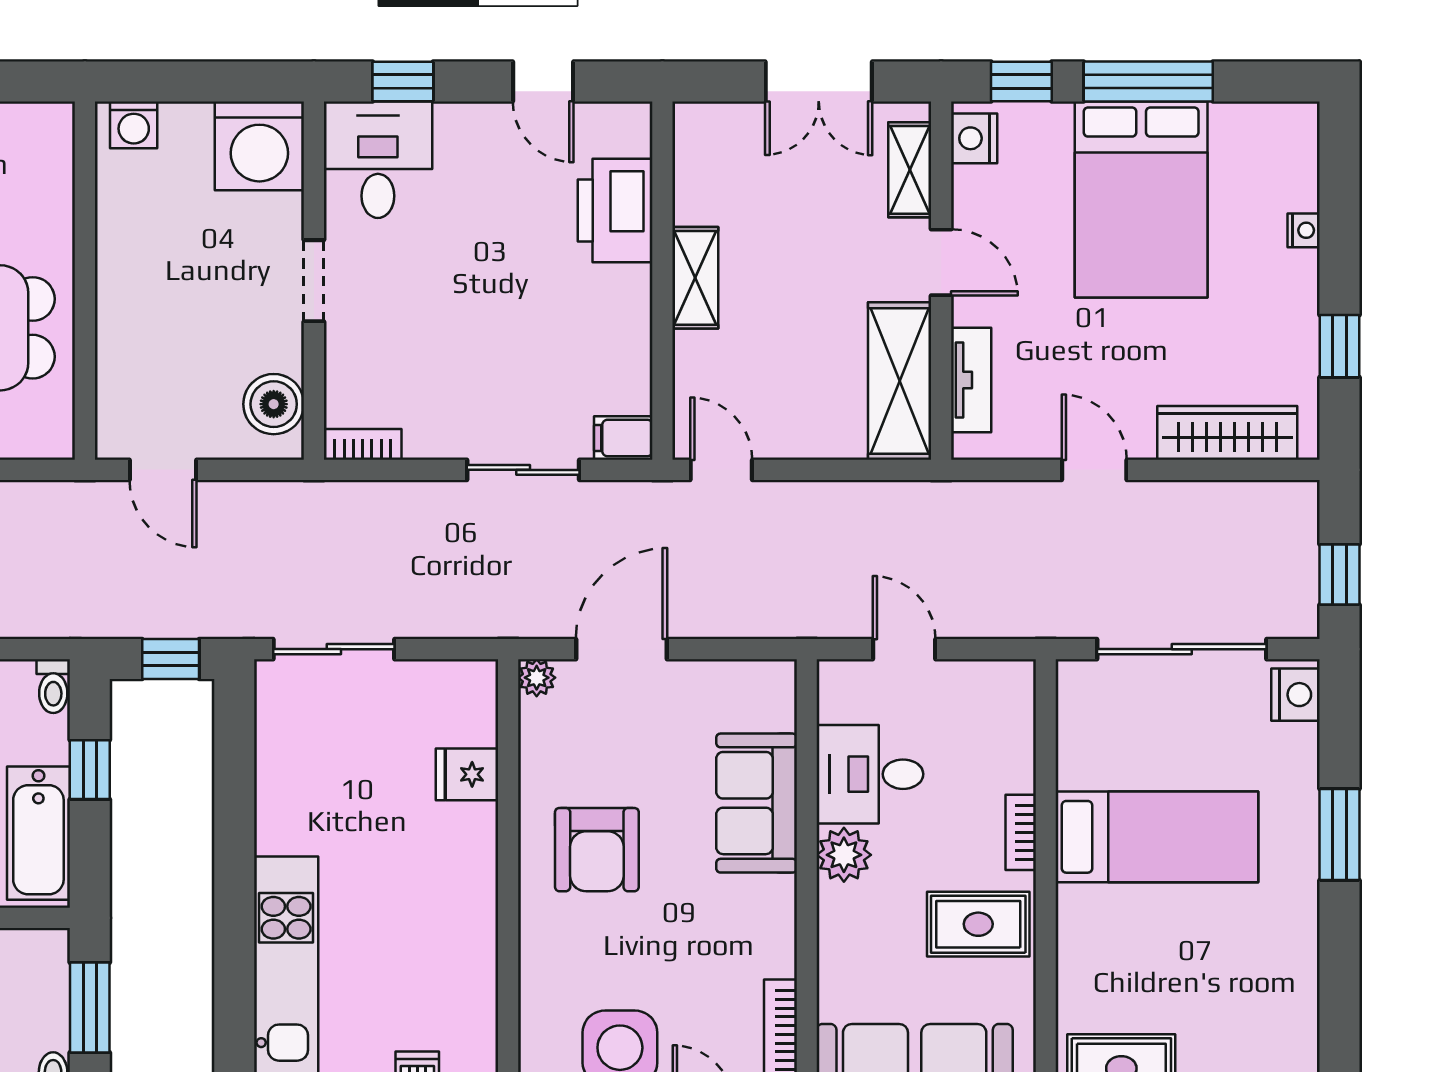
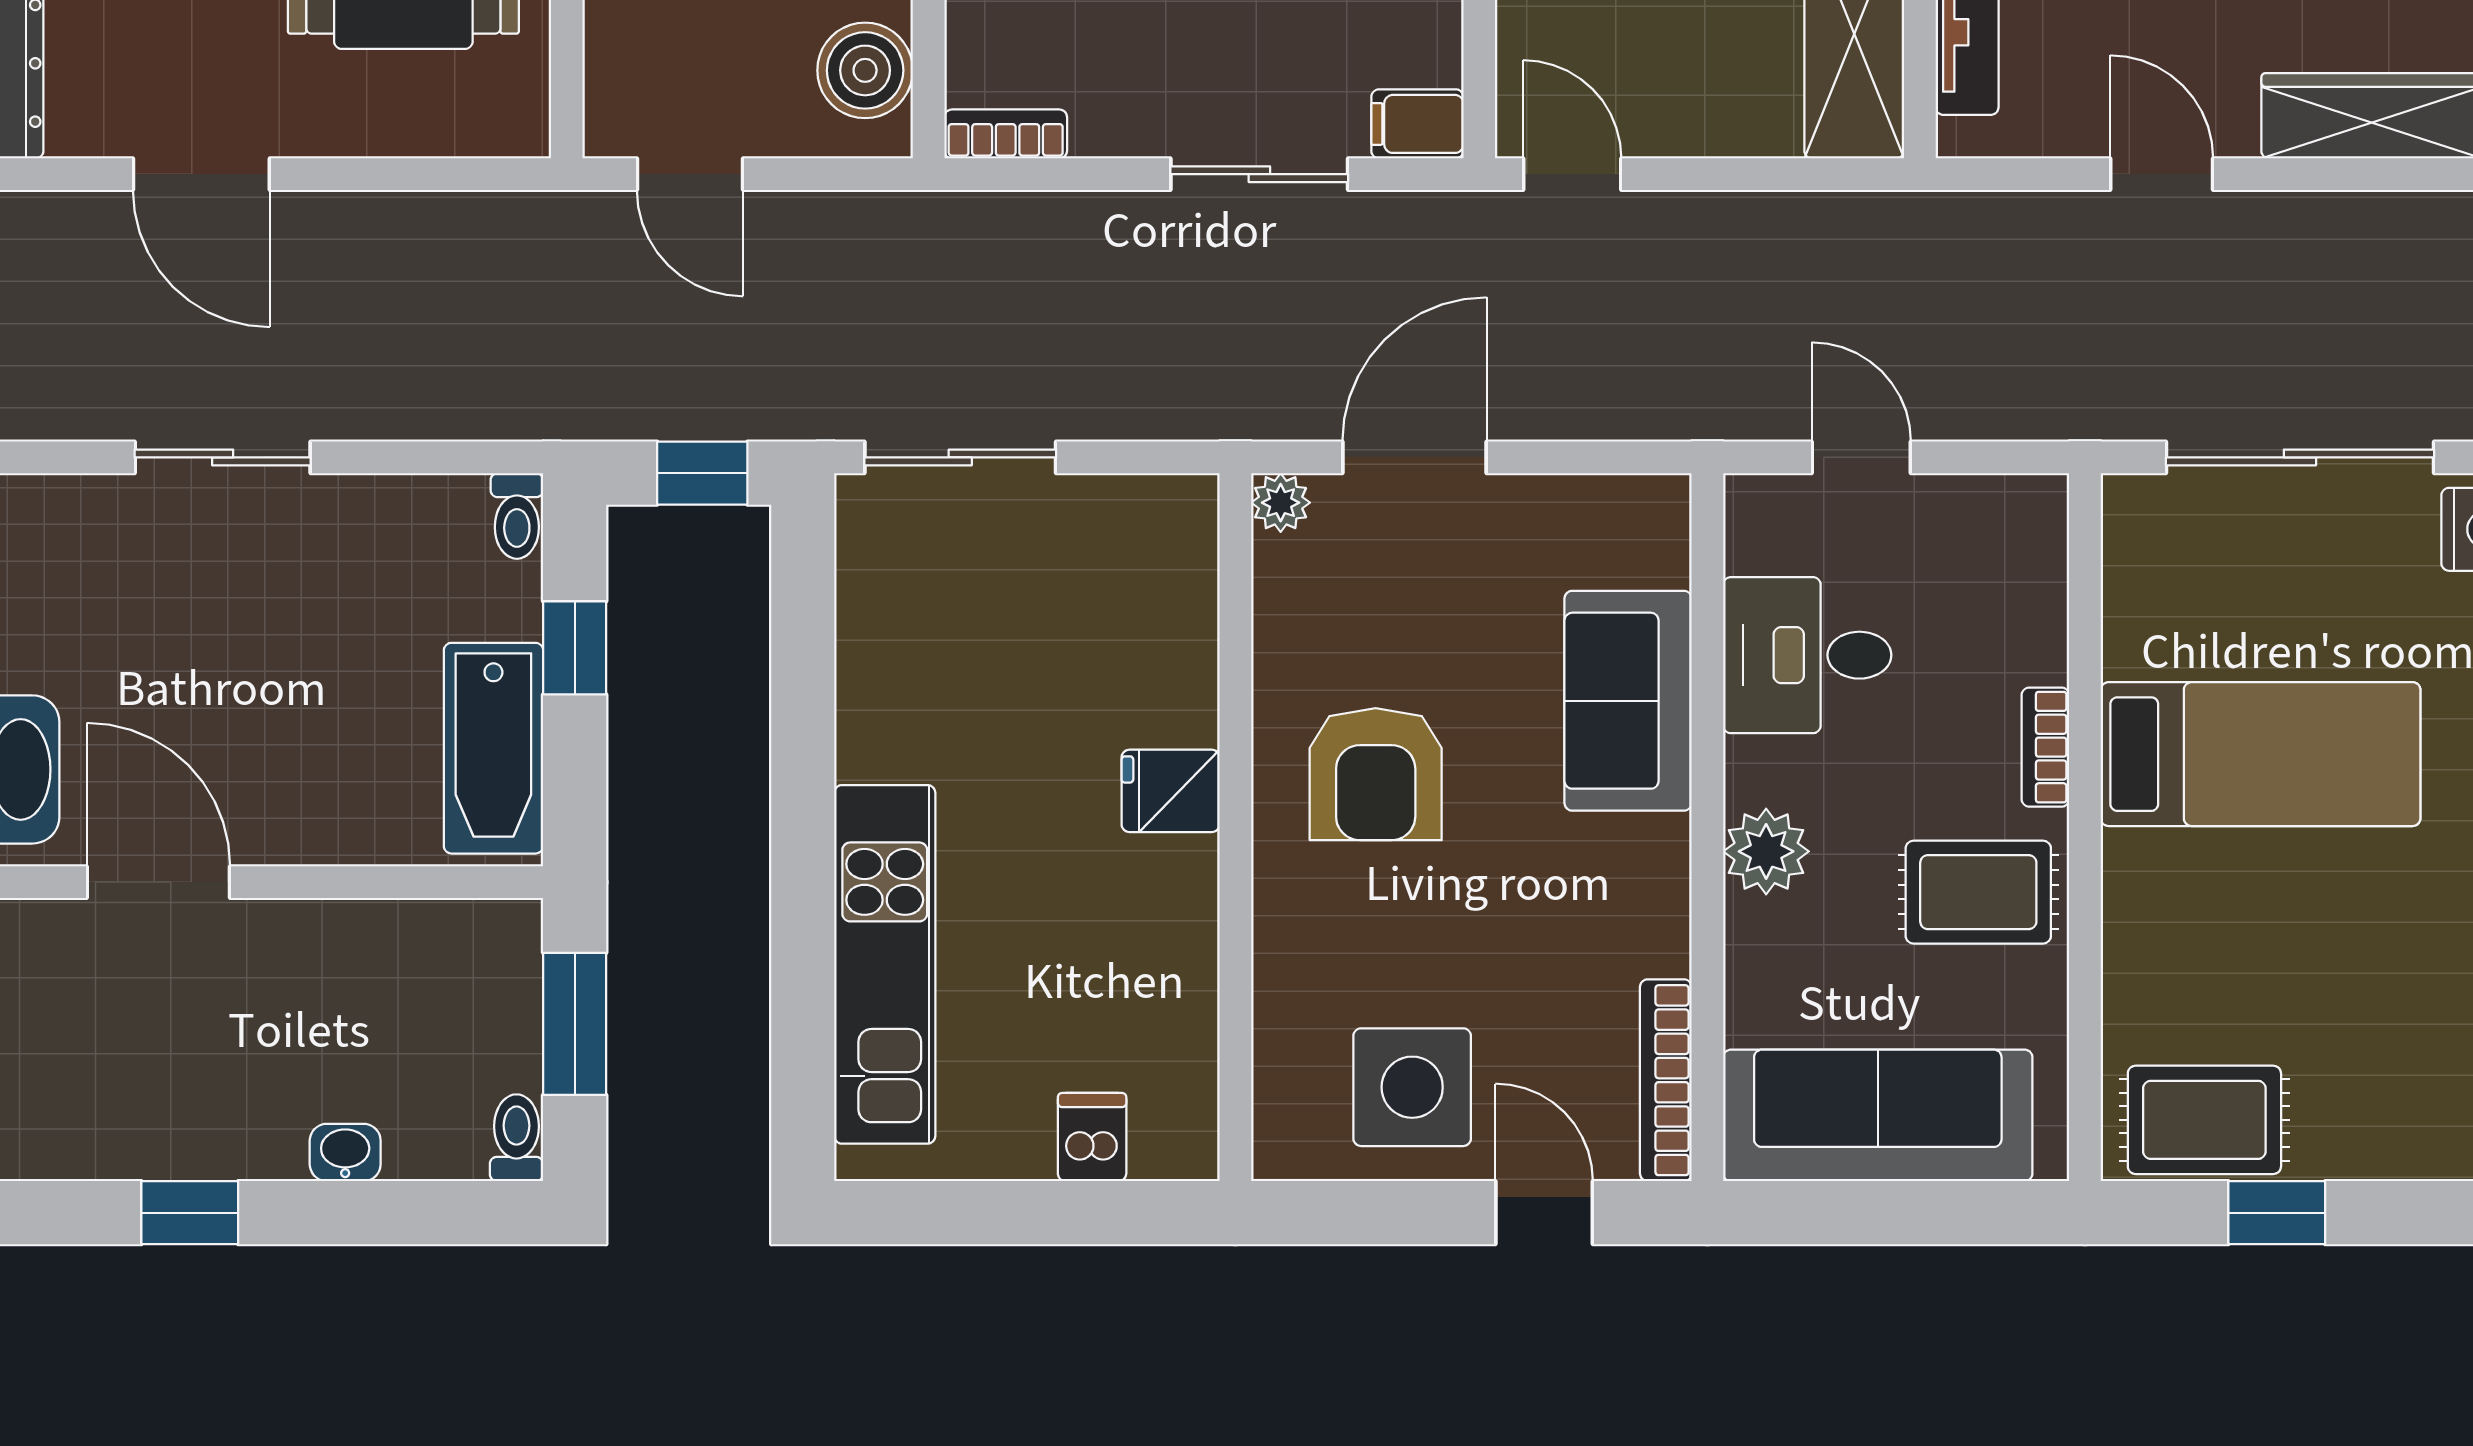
fridge: (467, 774) -> (1171, 791), moved
plant: (844, 855) -> (1766, 851), moved

